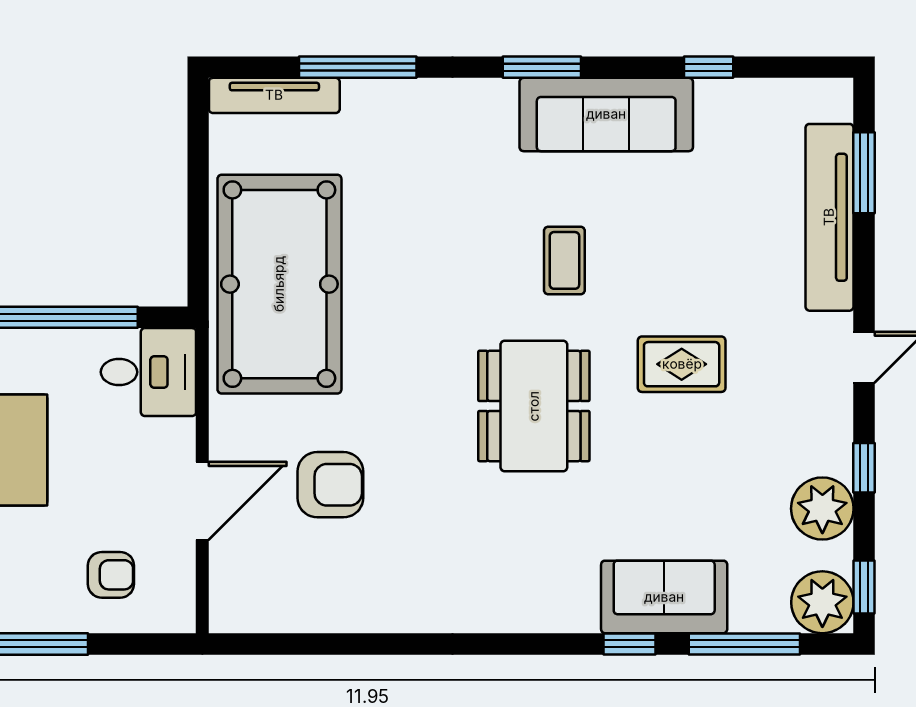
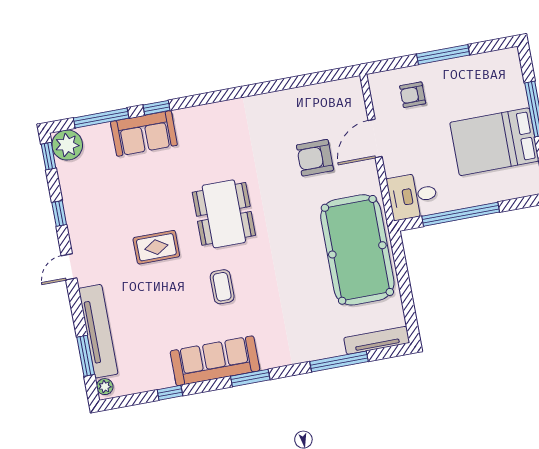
plant: (822, 509) -> (105, 387), moved, width x0.53, depth x0.53

